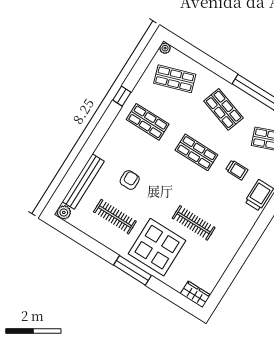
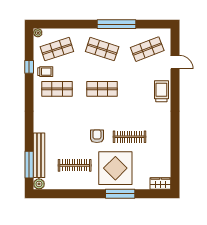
window: (122, 96) -> (29, 67), moved
trolley: (237, 170) -> (45, 72), moved
armchair: (130, 180) -> (97, 136), moved
window: (66, 185) -> (29, 165), added
window: (132, 270) -> (120, 194), moved

